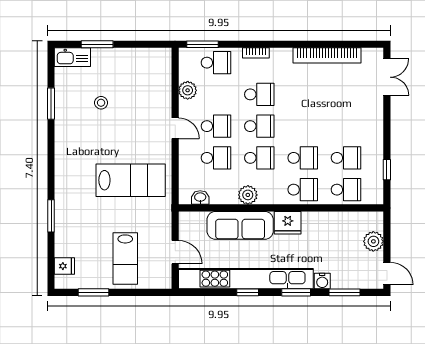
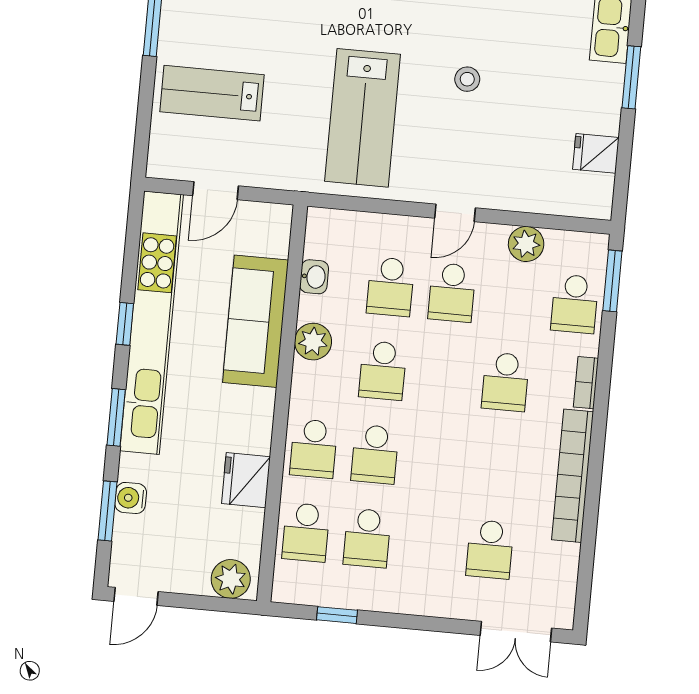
bookcase: (327, 55) -> (573, 476), moved
fridge: (138, 59) -> (596, 153), added
stool: (101, 103) -> (467, 79), moved
school desk: (259, 126) -> (490, 549), moved
washbasin: (200, 197) -> (314, 277), moved
fridge: (288, 223) -> (246, 480), moved
plant: (373, 241) -> (231, 579), moved
water cooler: (322, 281) -> (131, 498), moved

